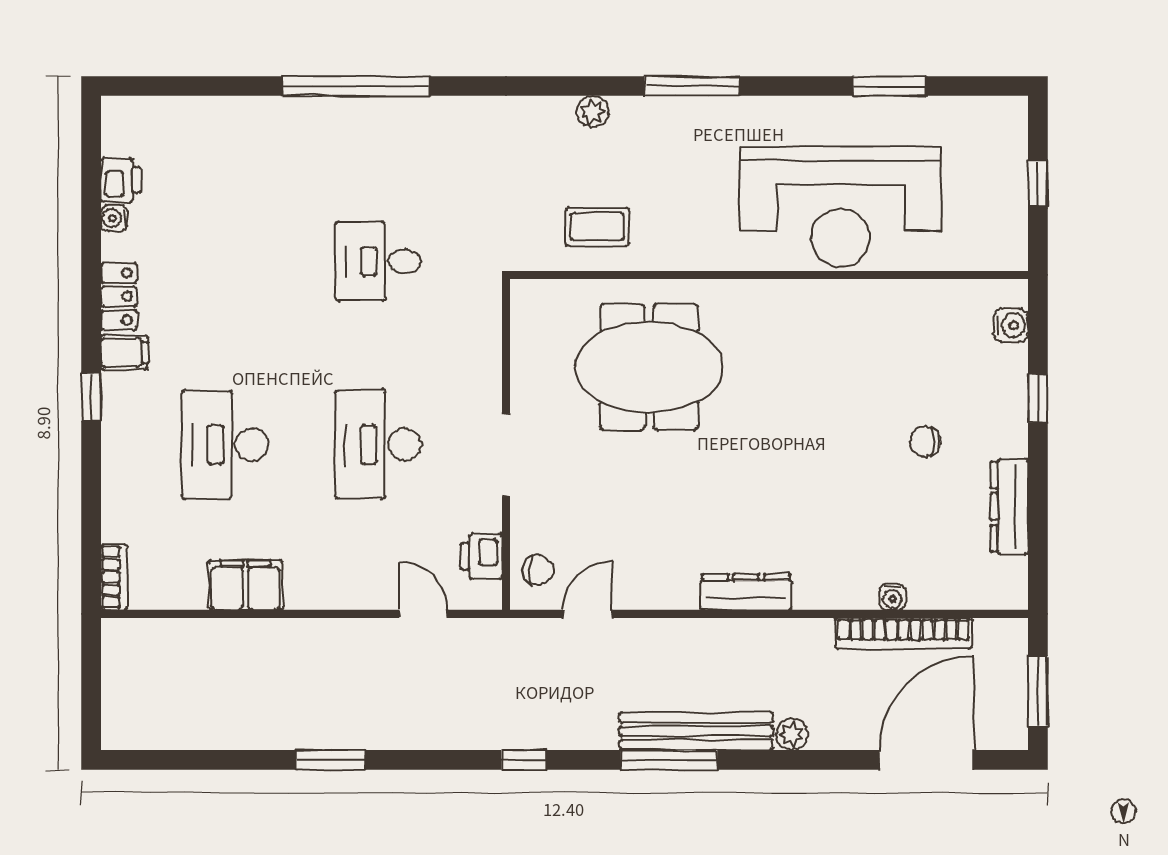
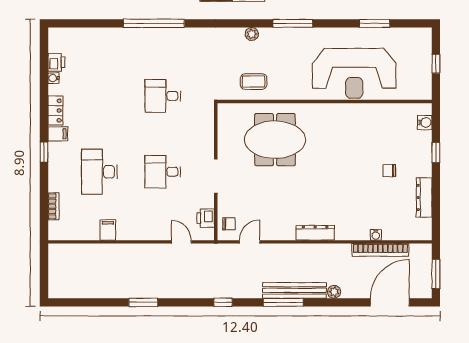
desk: (378, 444) -> (163, 172), width x0.73
bookcase: (114, 577) -> (53, 206), moved
filing cabinet: (245, 585) -> (108, 230), width x0.50

